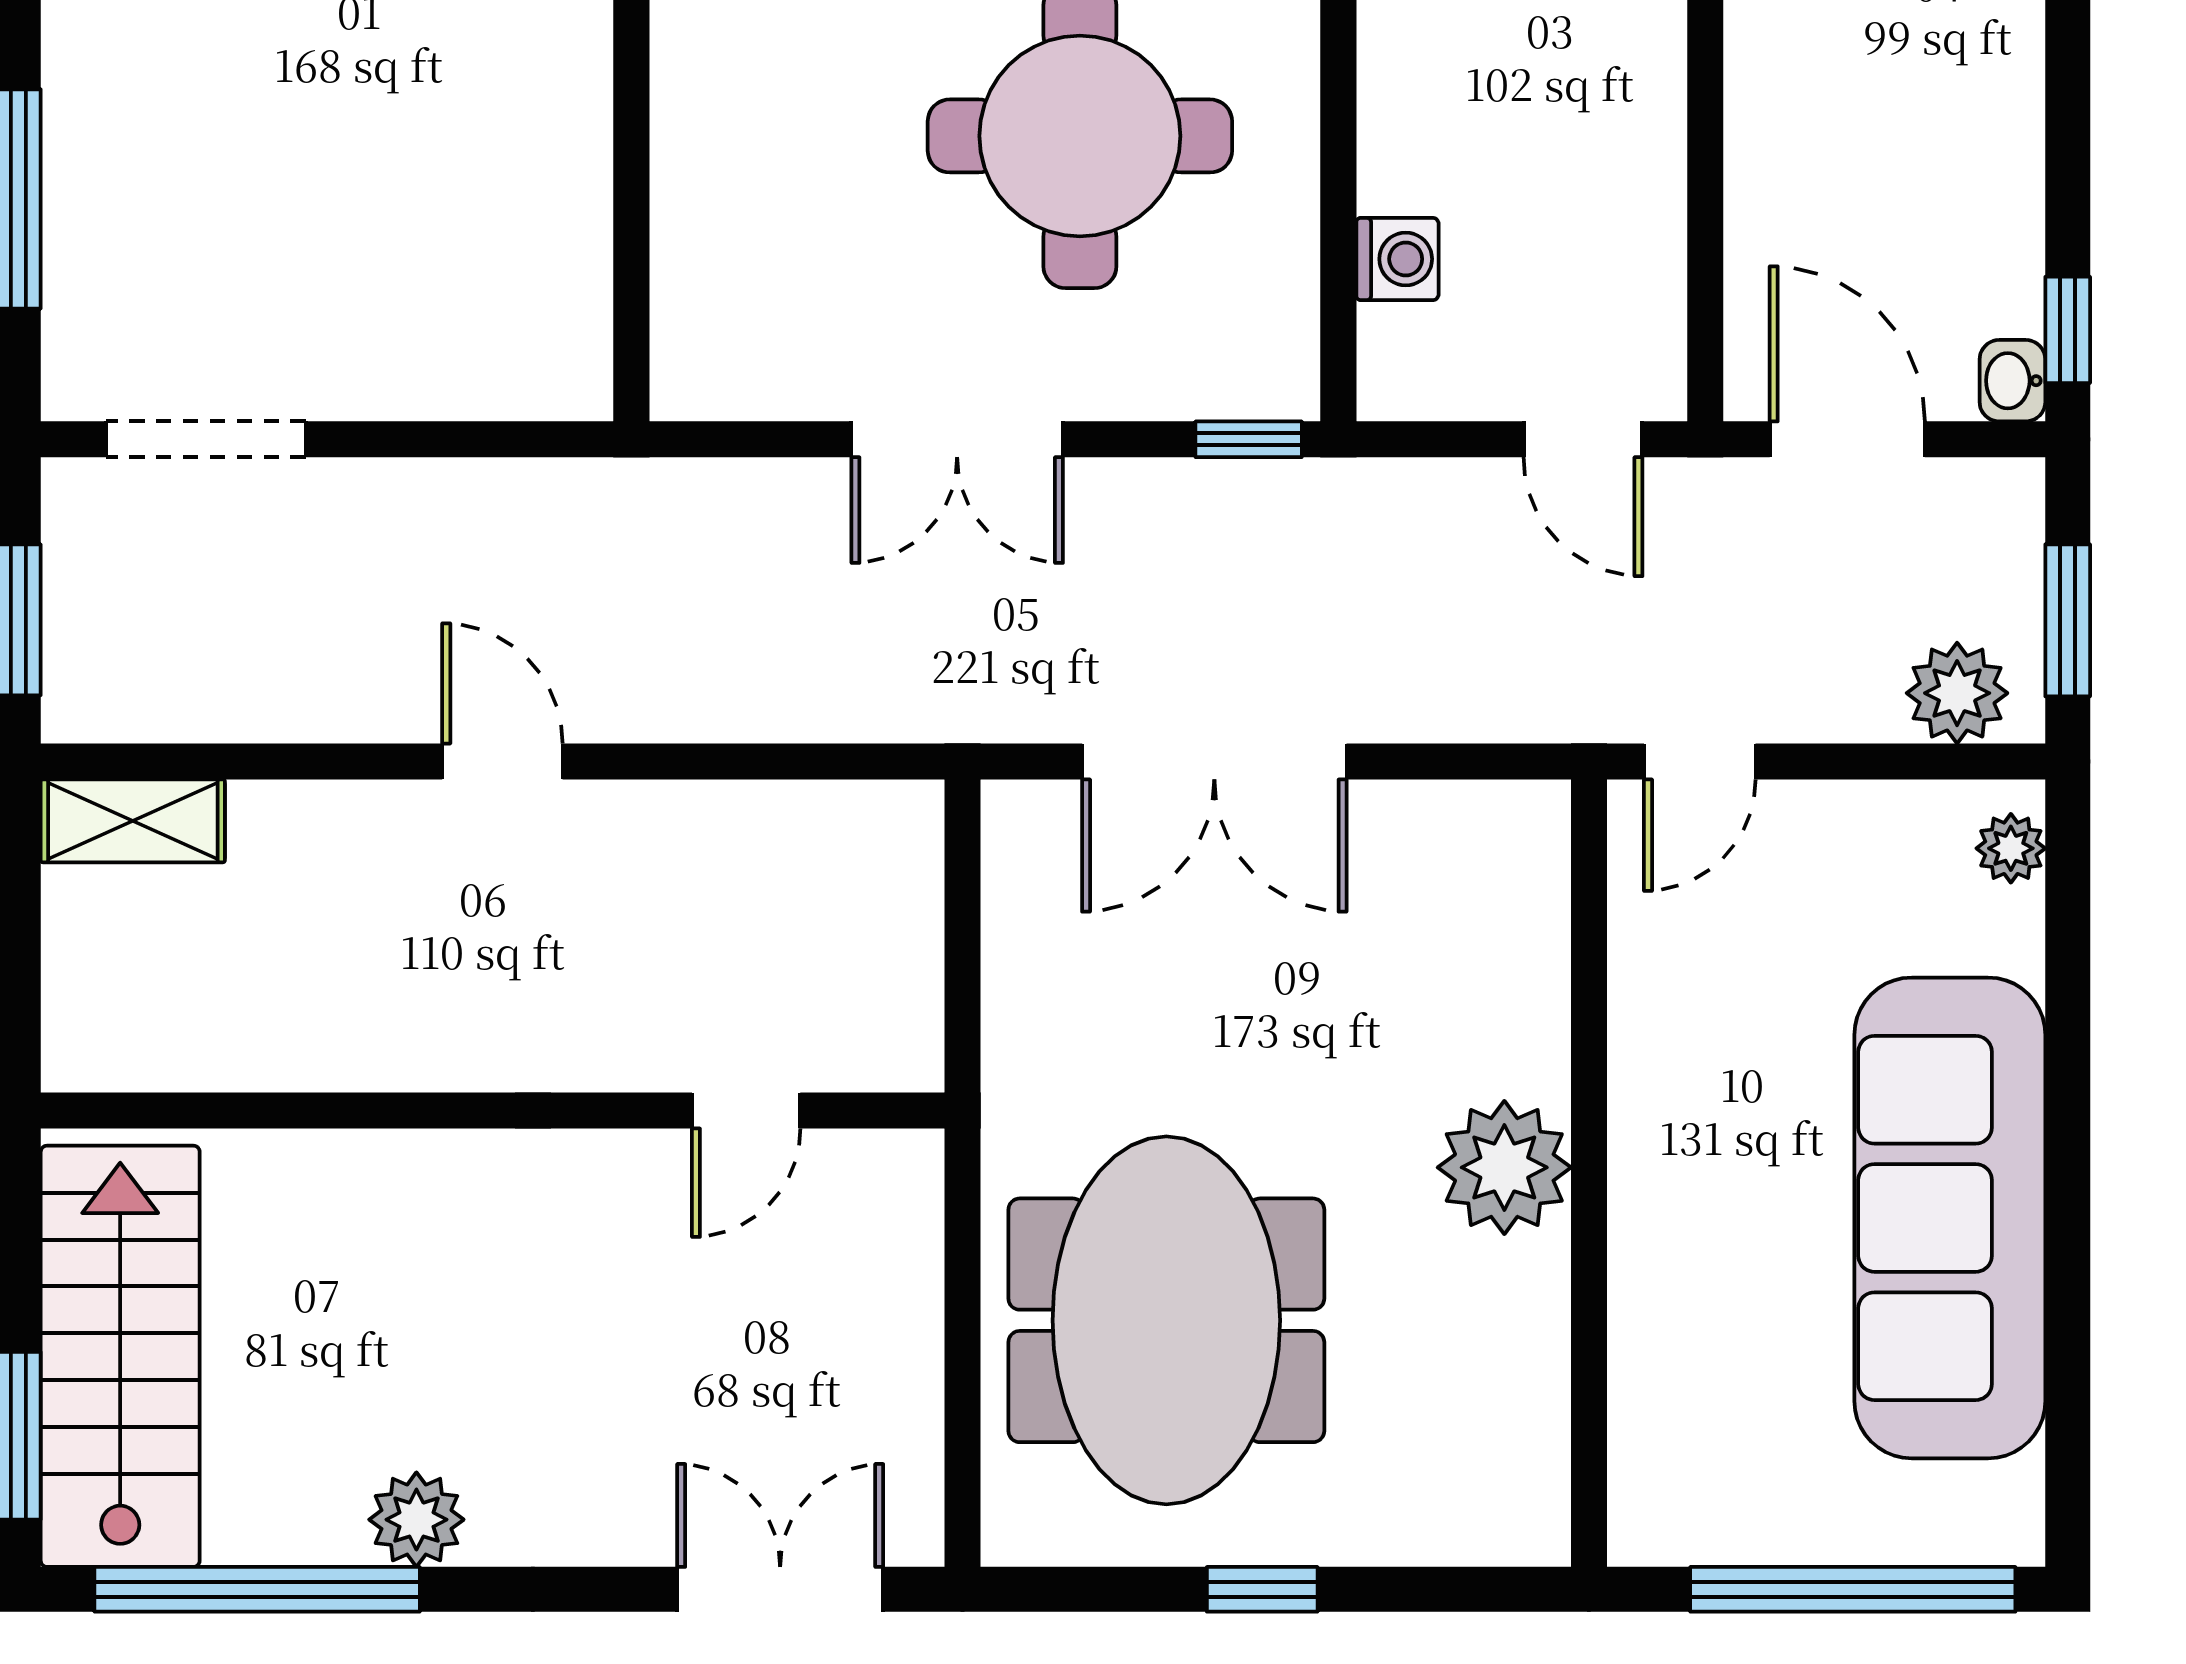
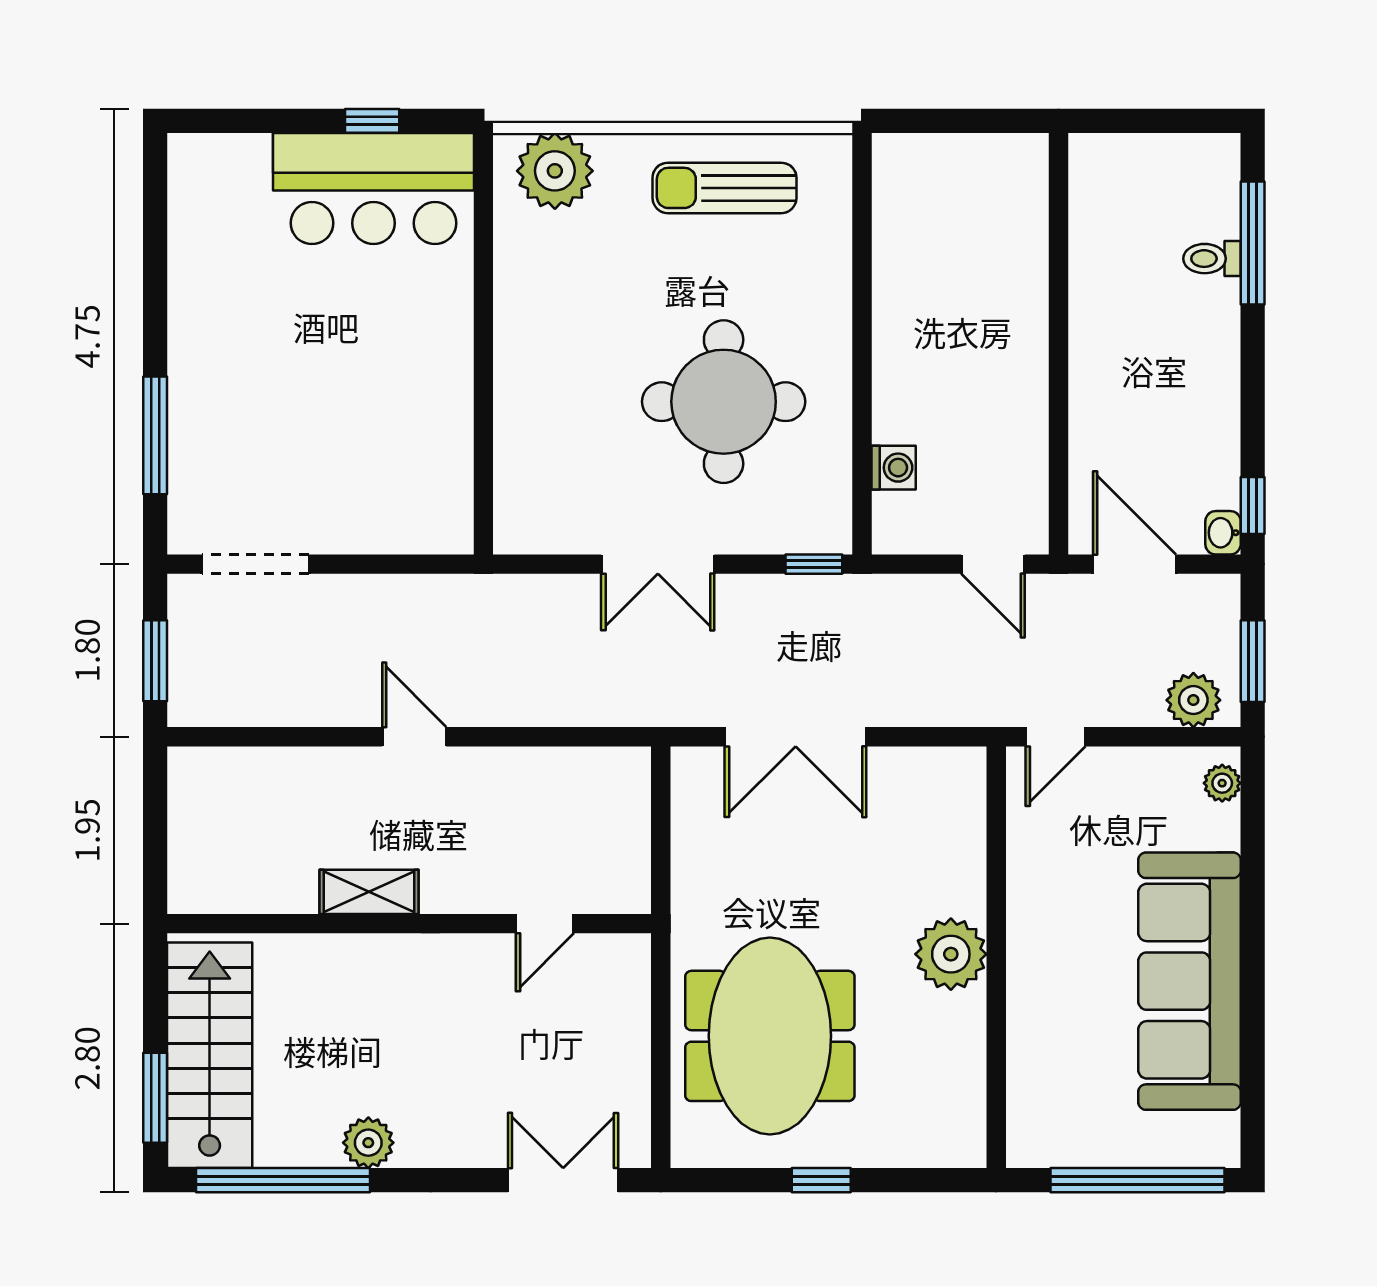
shelving: (133, 821) -> (369, 892), moved

